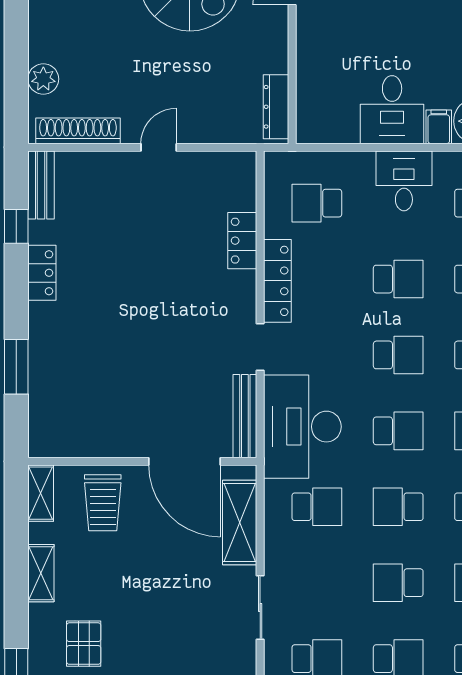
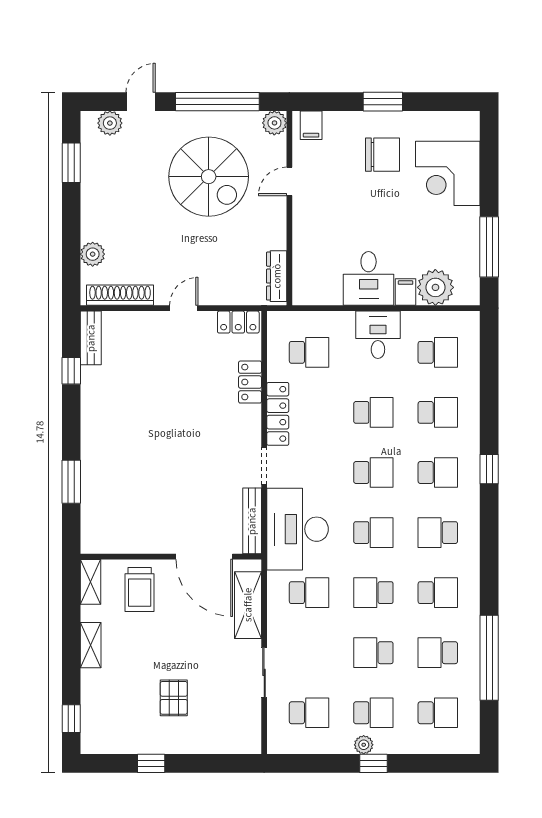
school desk: (317, 203) -> (309, 352), turned 180
locker: (42, 273) -> (238, 322), moved, turned 90
pallet: (84, 644) -> (174, 698), moved

